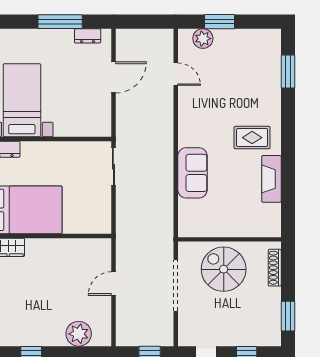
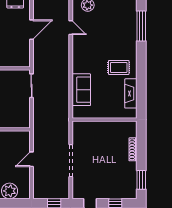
window: (288, 72) -> (141, 26), width x1.44
wall: (229, 239) -> (104, 120), moved
spiral stairs: (224, 269) -> (101, 150), removed

